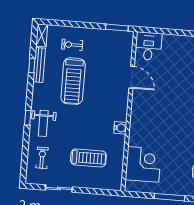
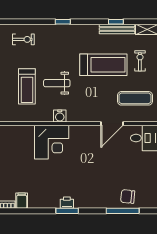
exercise mat: (109, 53) -> (135, 98), added
treadmill: (73, 81) -> (103, 65), turned 180
weight bench: (43, 123) -> (57, 83), moved
corner desk: (143, 164) -> (52, 142), moved

